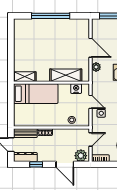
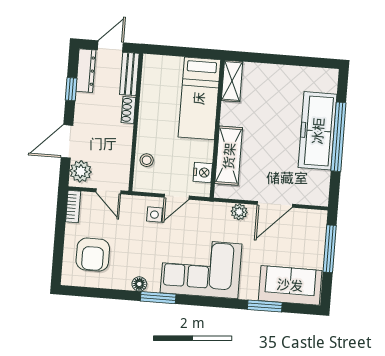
freezer: (48, 28) -> (318, 131), added

